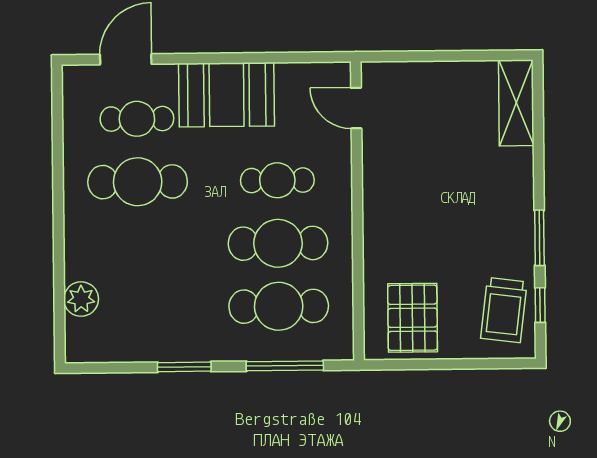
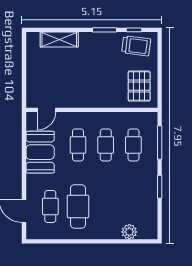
booth: (227, 95) -> (40, 152), moved
shelving: (516, 103) -> (59, 39), moved
cafe table: (278, 243) -> (106, 145), width x0.73, depth x0.74
cafe table: (279, 306) -> (133, 145), width x0.73, depth x0.74
pallet: (413, 318) -> (139, 86), turned 90

